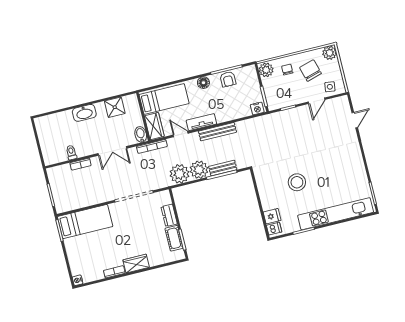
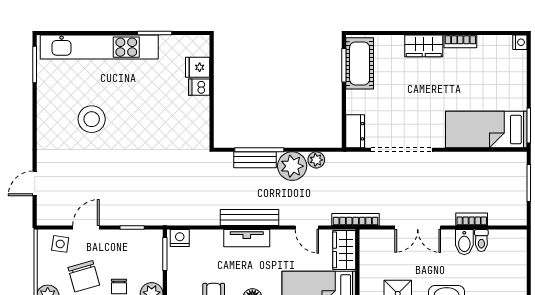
tv unit: (201, 122) -> (247, 238), moved
bidet: (141, 134) -> (464, 242), moved
double door: (112, 151) -> (418, 228), swing flipped
plant: (180, 174) -> (316, 160), width x0.53, depth x0.53
stool: (297, 182) -> (92, 119), moved
dresser: (169, 215) -> (355, 131), moved
dishwasher: (274, 229) -> (199, 87), moved
cot: (174, 238) -> (360, 63), width x1.37, depth x1.34

